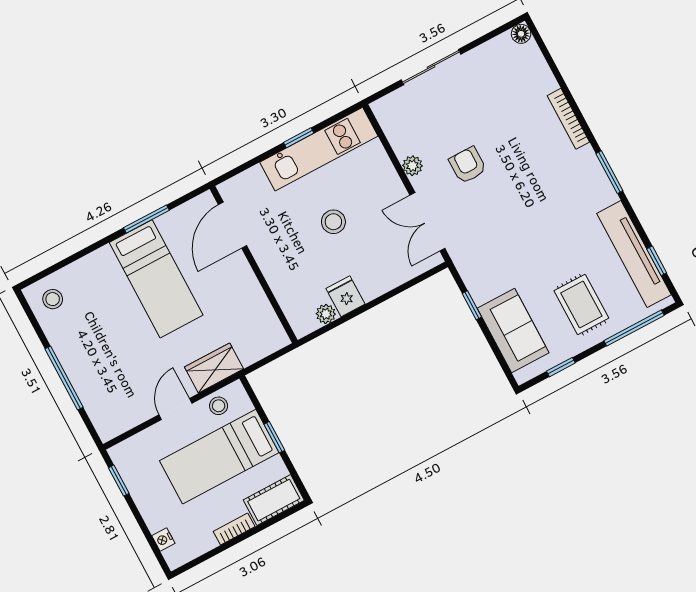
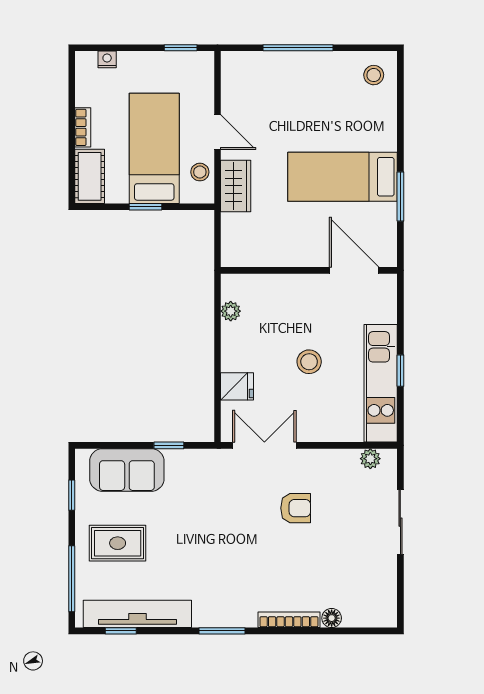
floor lamp: (521, 34) -> (332, 618), moved
plant: (412, 166) -> (370, 459), moved
fridge: (345, 296) -> (237, 386), moved

